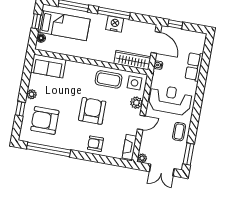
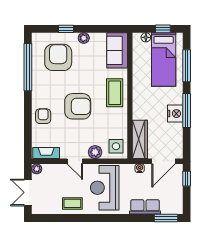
coffee table: (109, 79) -> (115, 93), moved
reception desk: (170, 100) -> (105, 188), turned 180
window: (189, 154) -> (166, 218), moved

